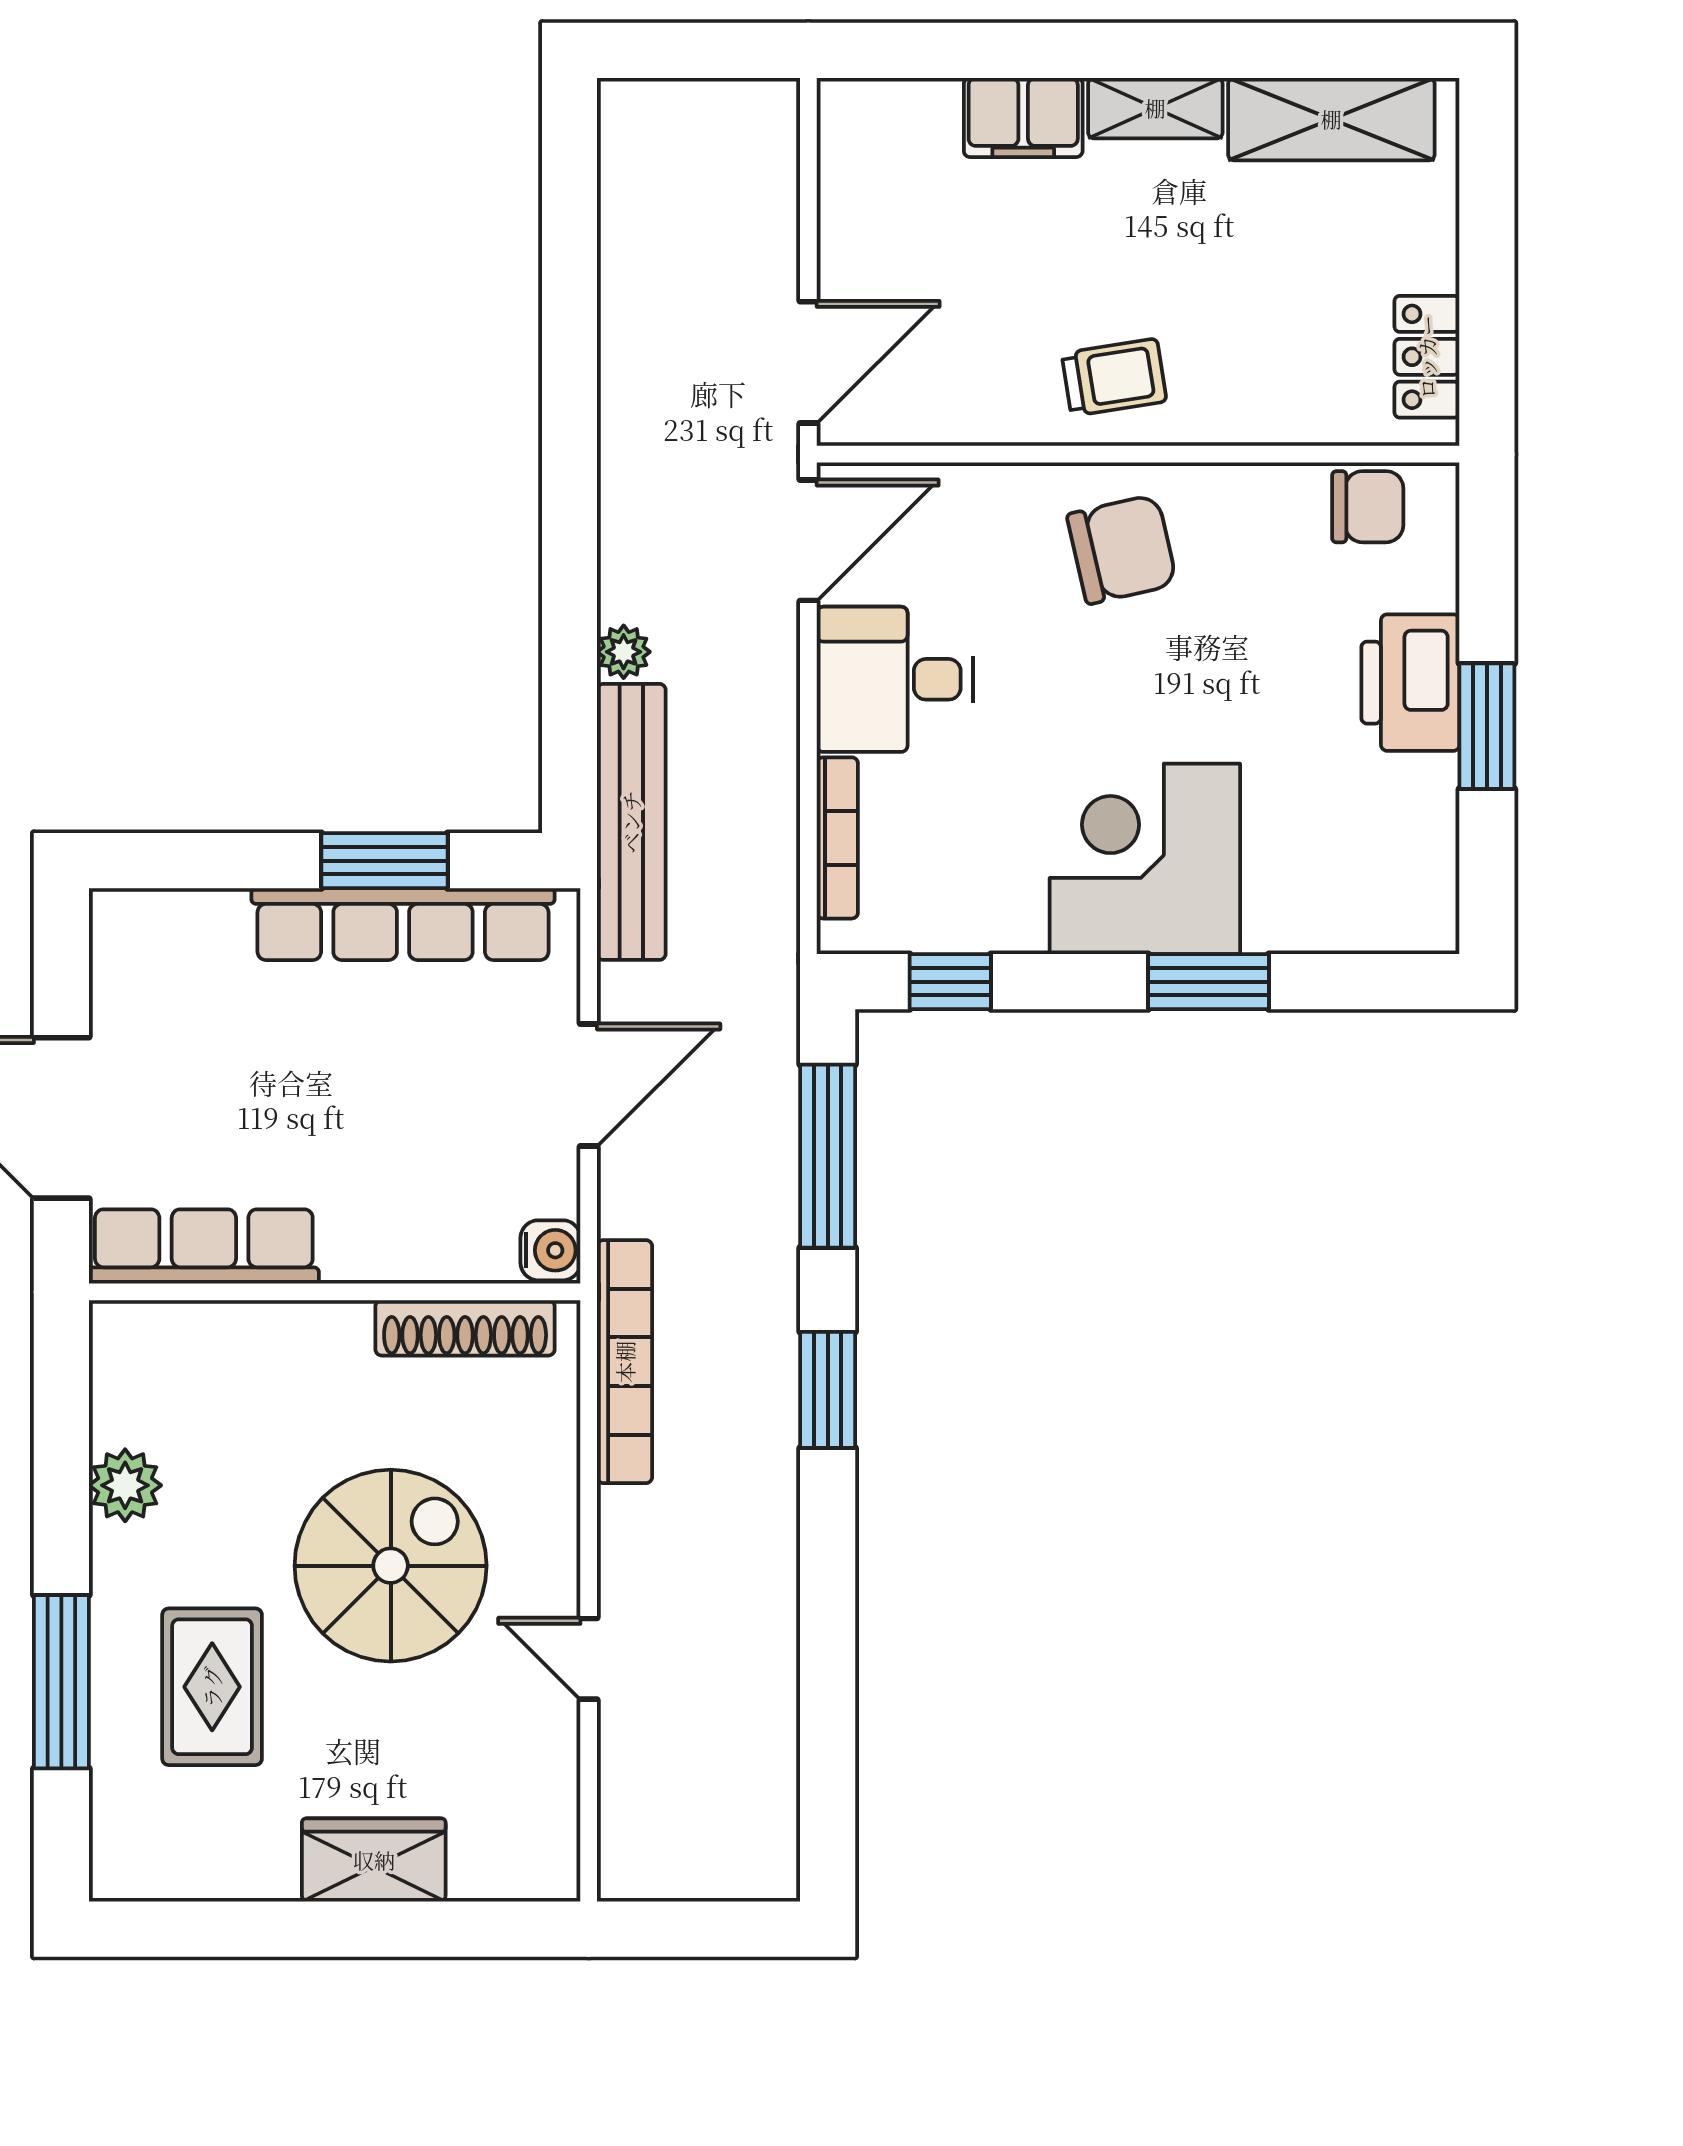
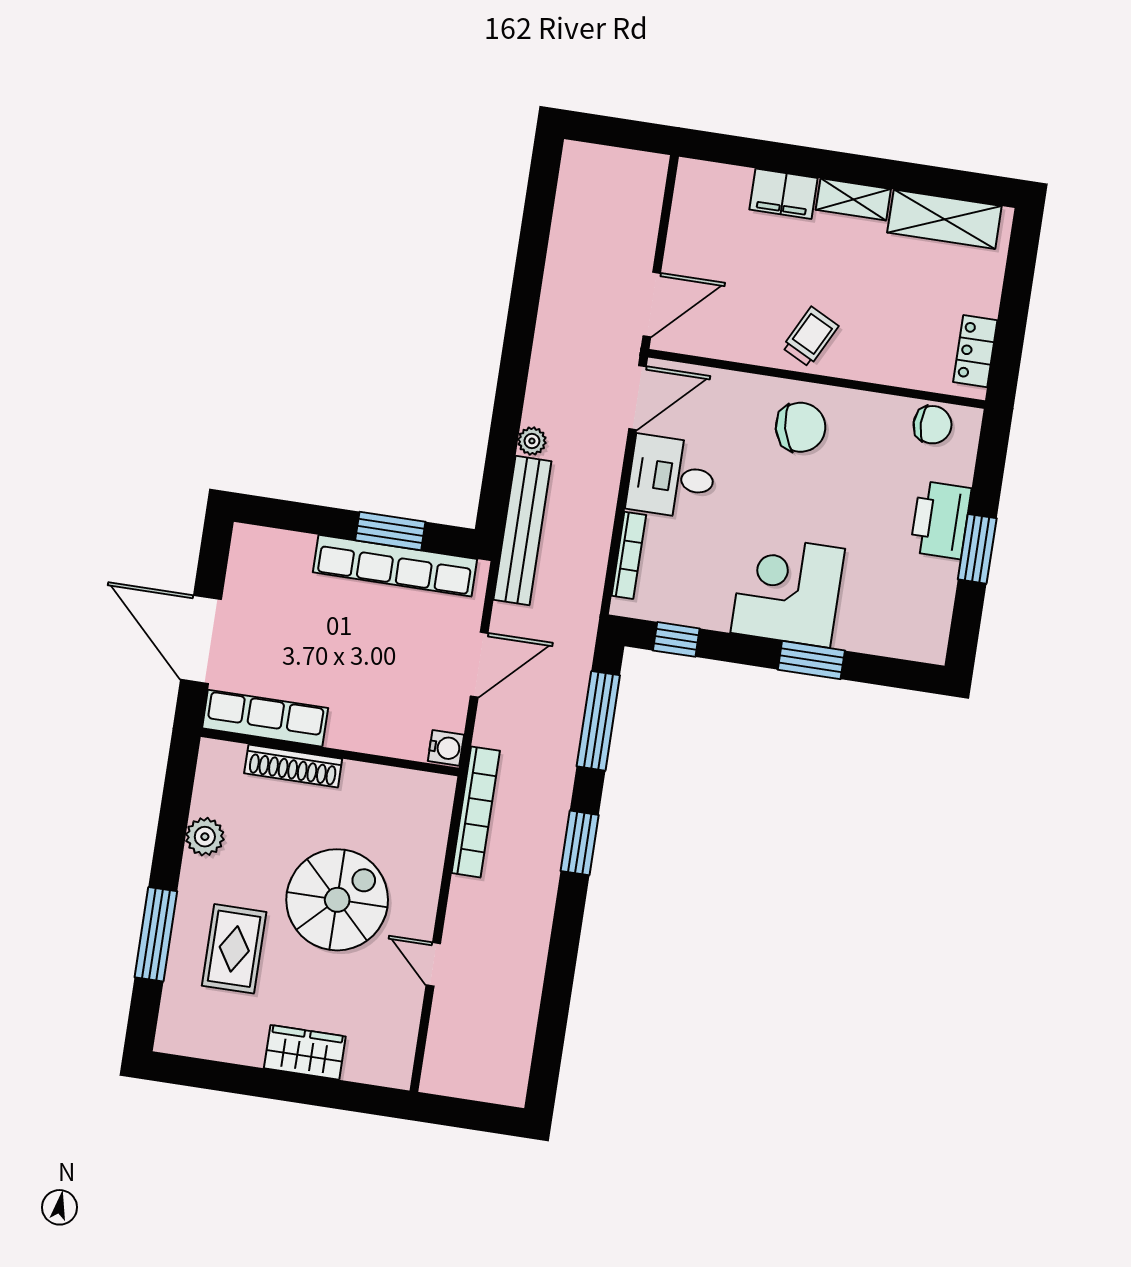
trolley: (1114, 377) -> (810, 337), turned -54
shoe rack: (465, 1328) -> (293, 766), moved

